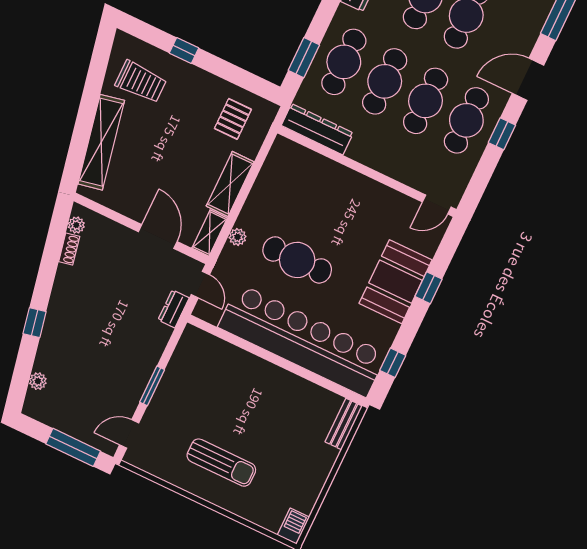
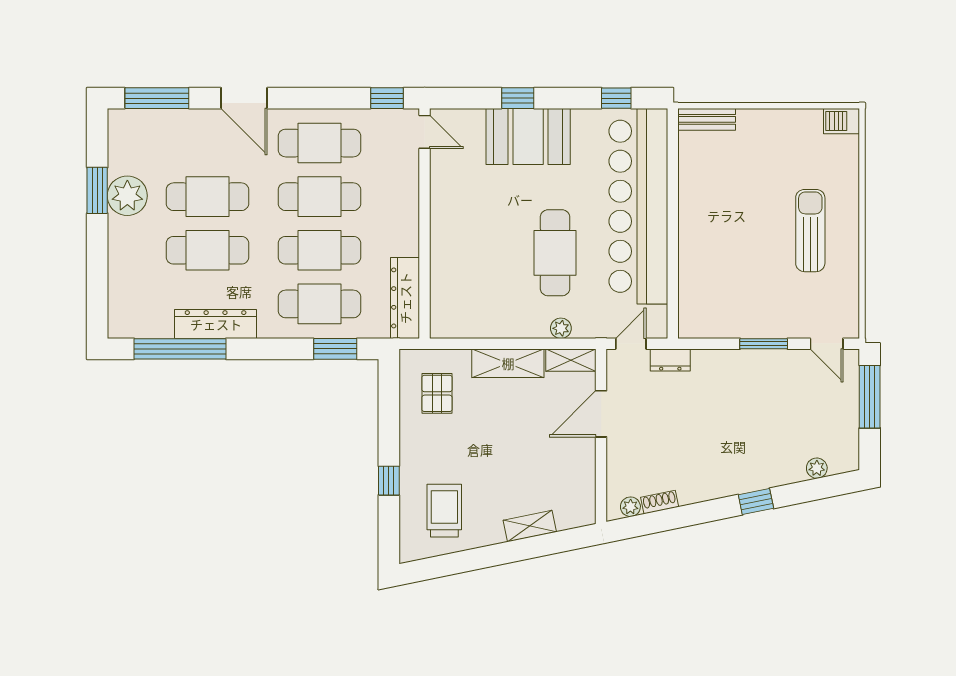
pallet: (233, 119) -> (437, 393), turned 90
window: (502, 134) -> (387, 98), moved
shelving: (101, 142) -> (530, 526), width x0.45, depth x0.75

